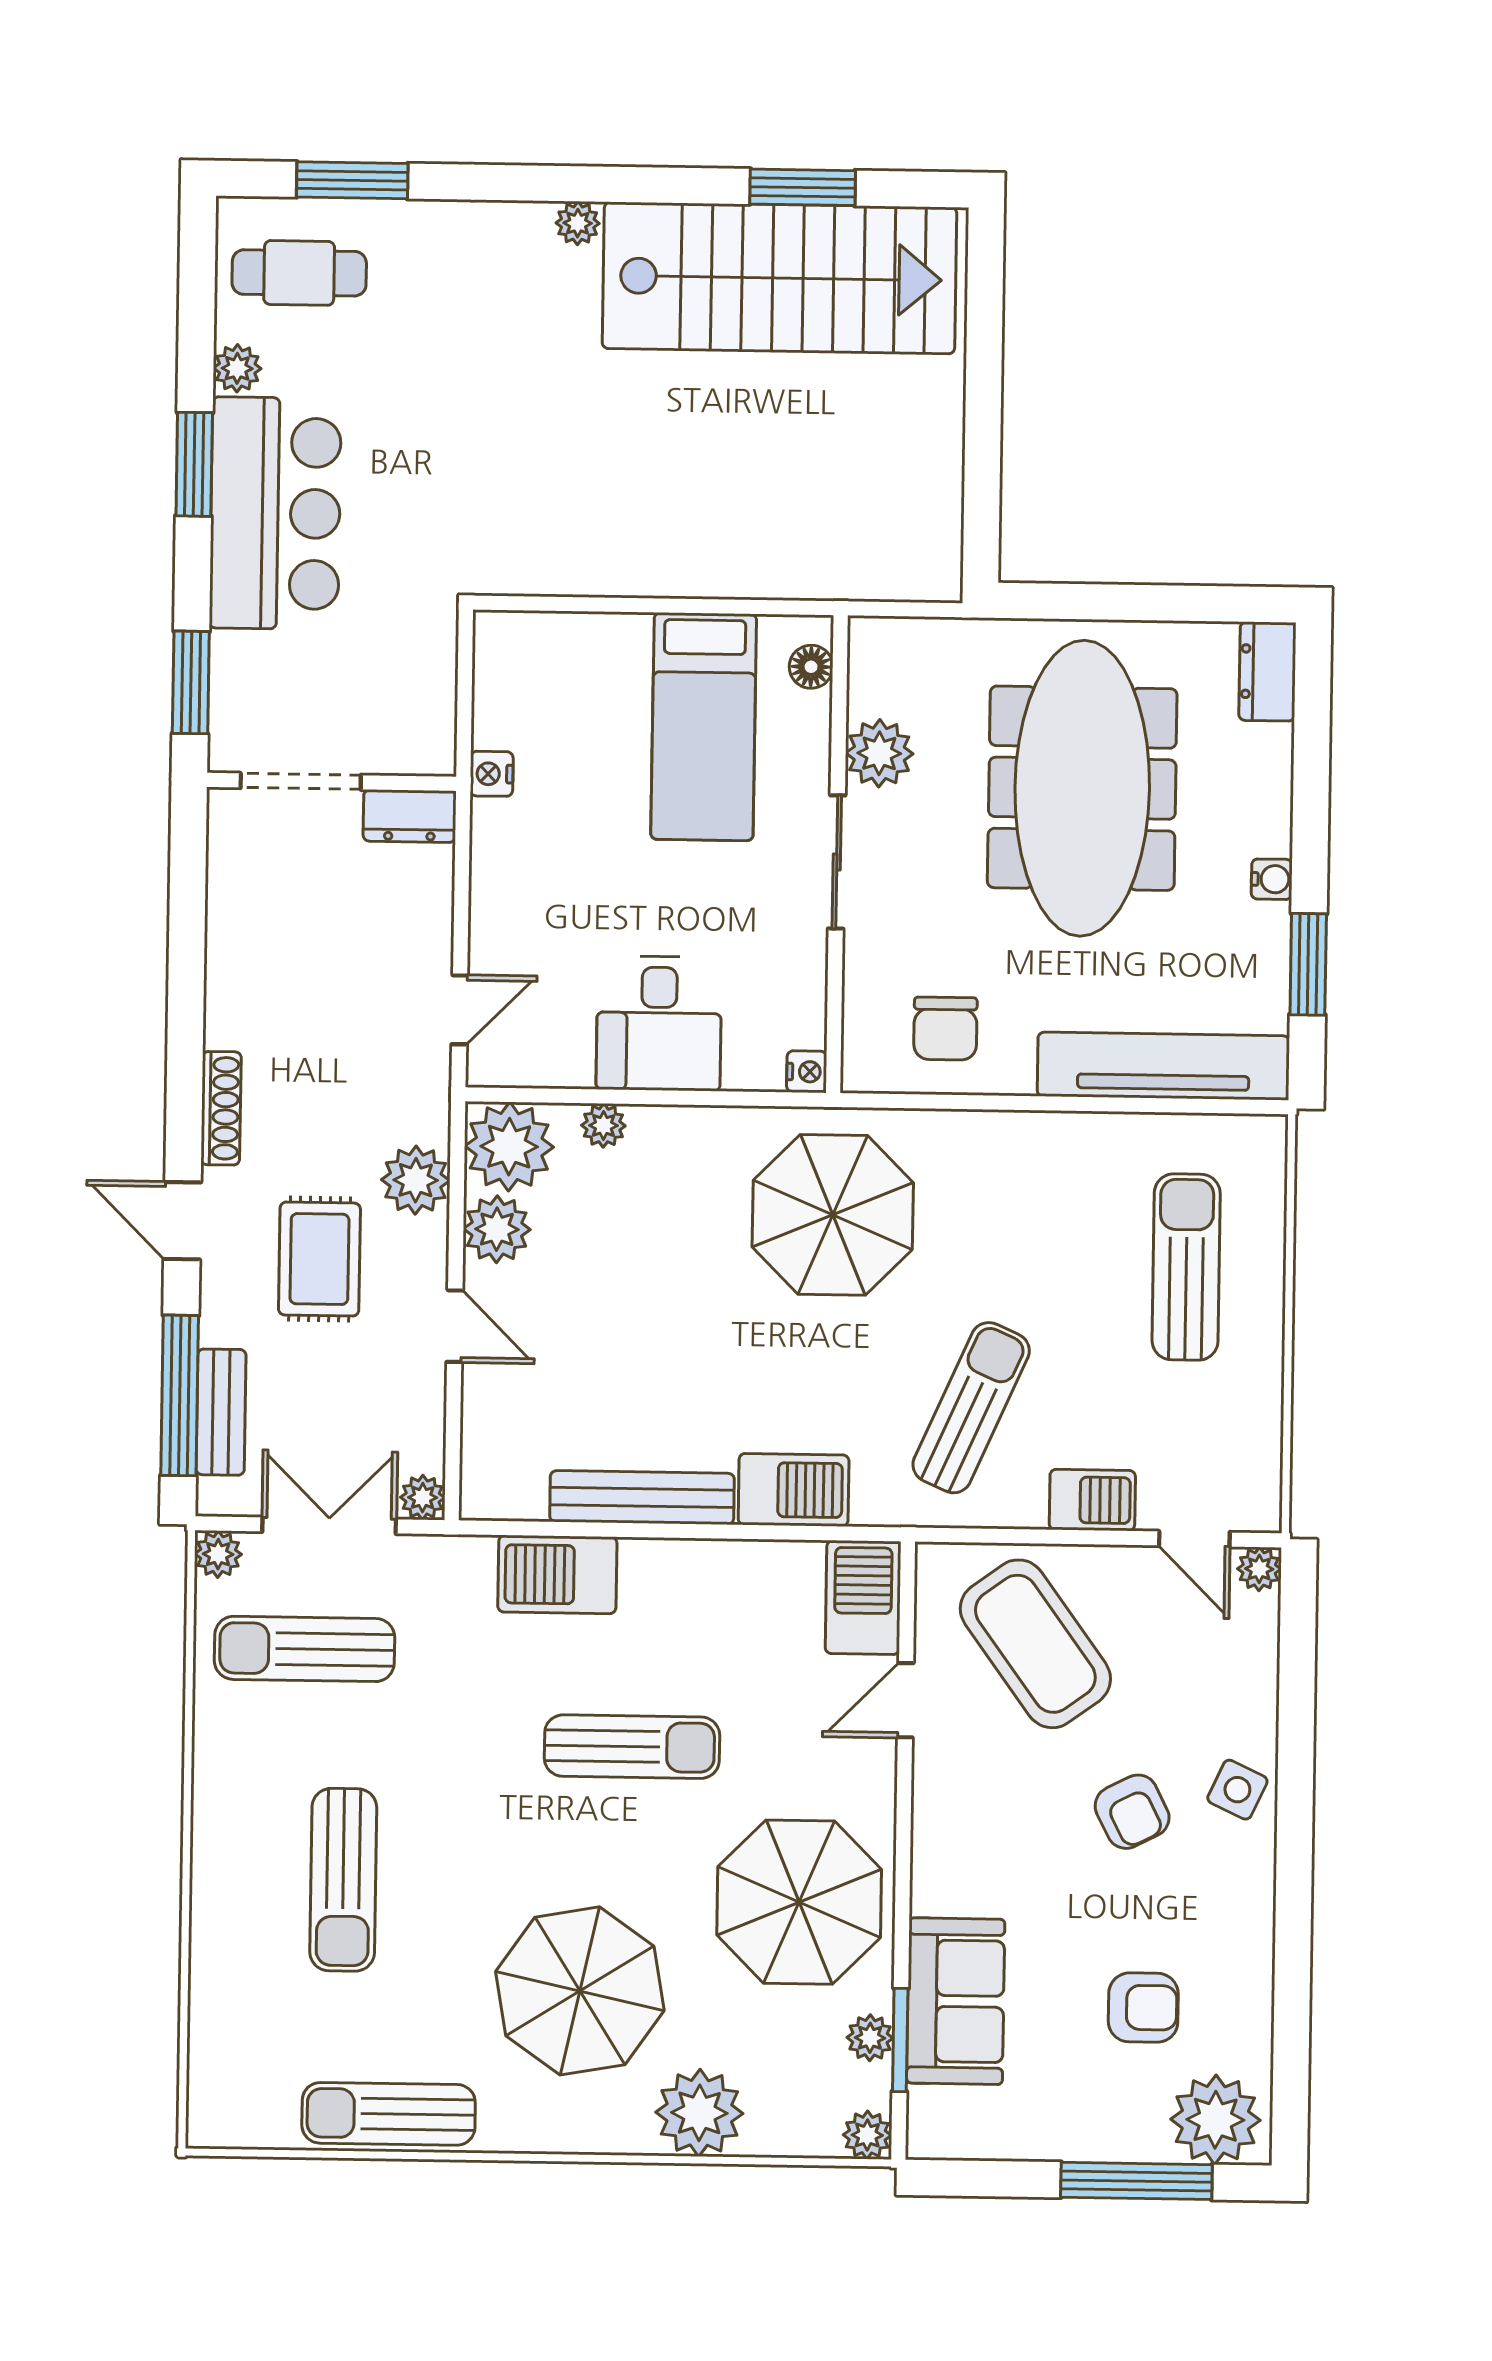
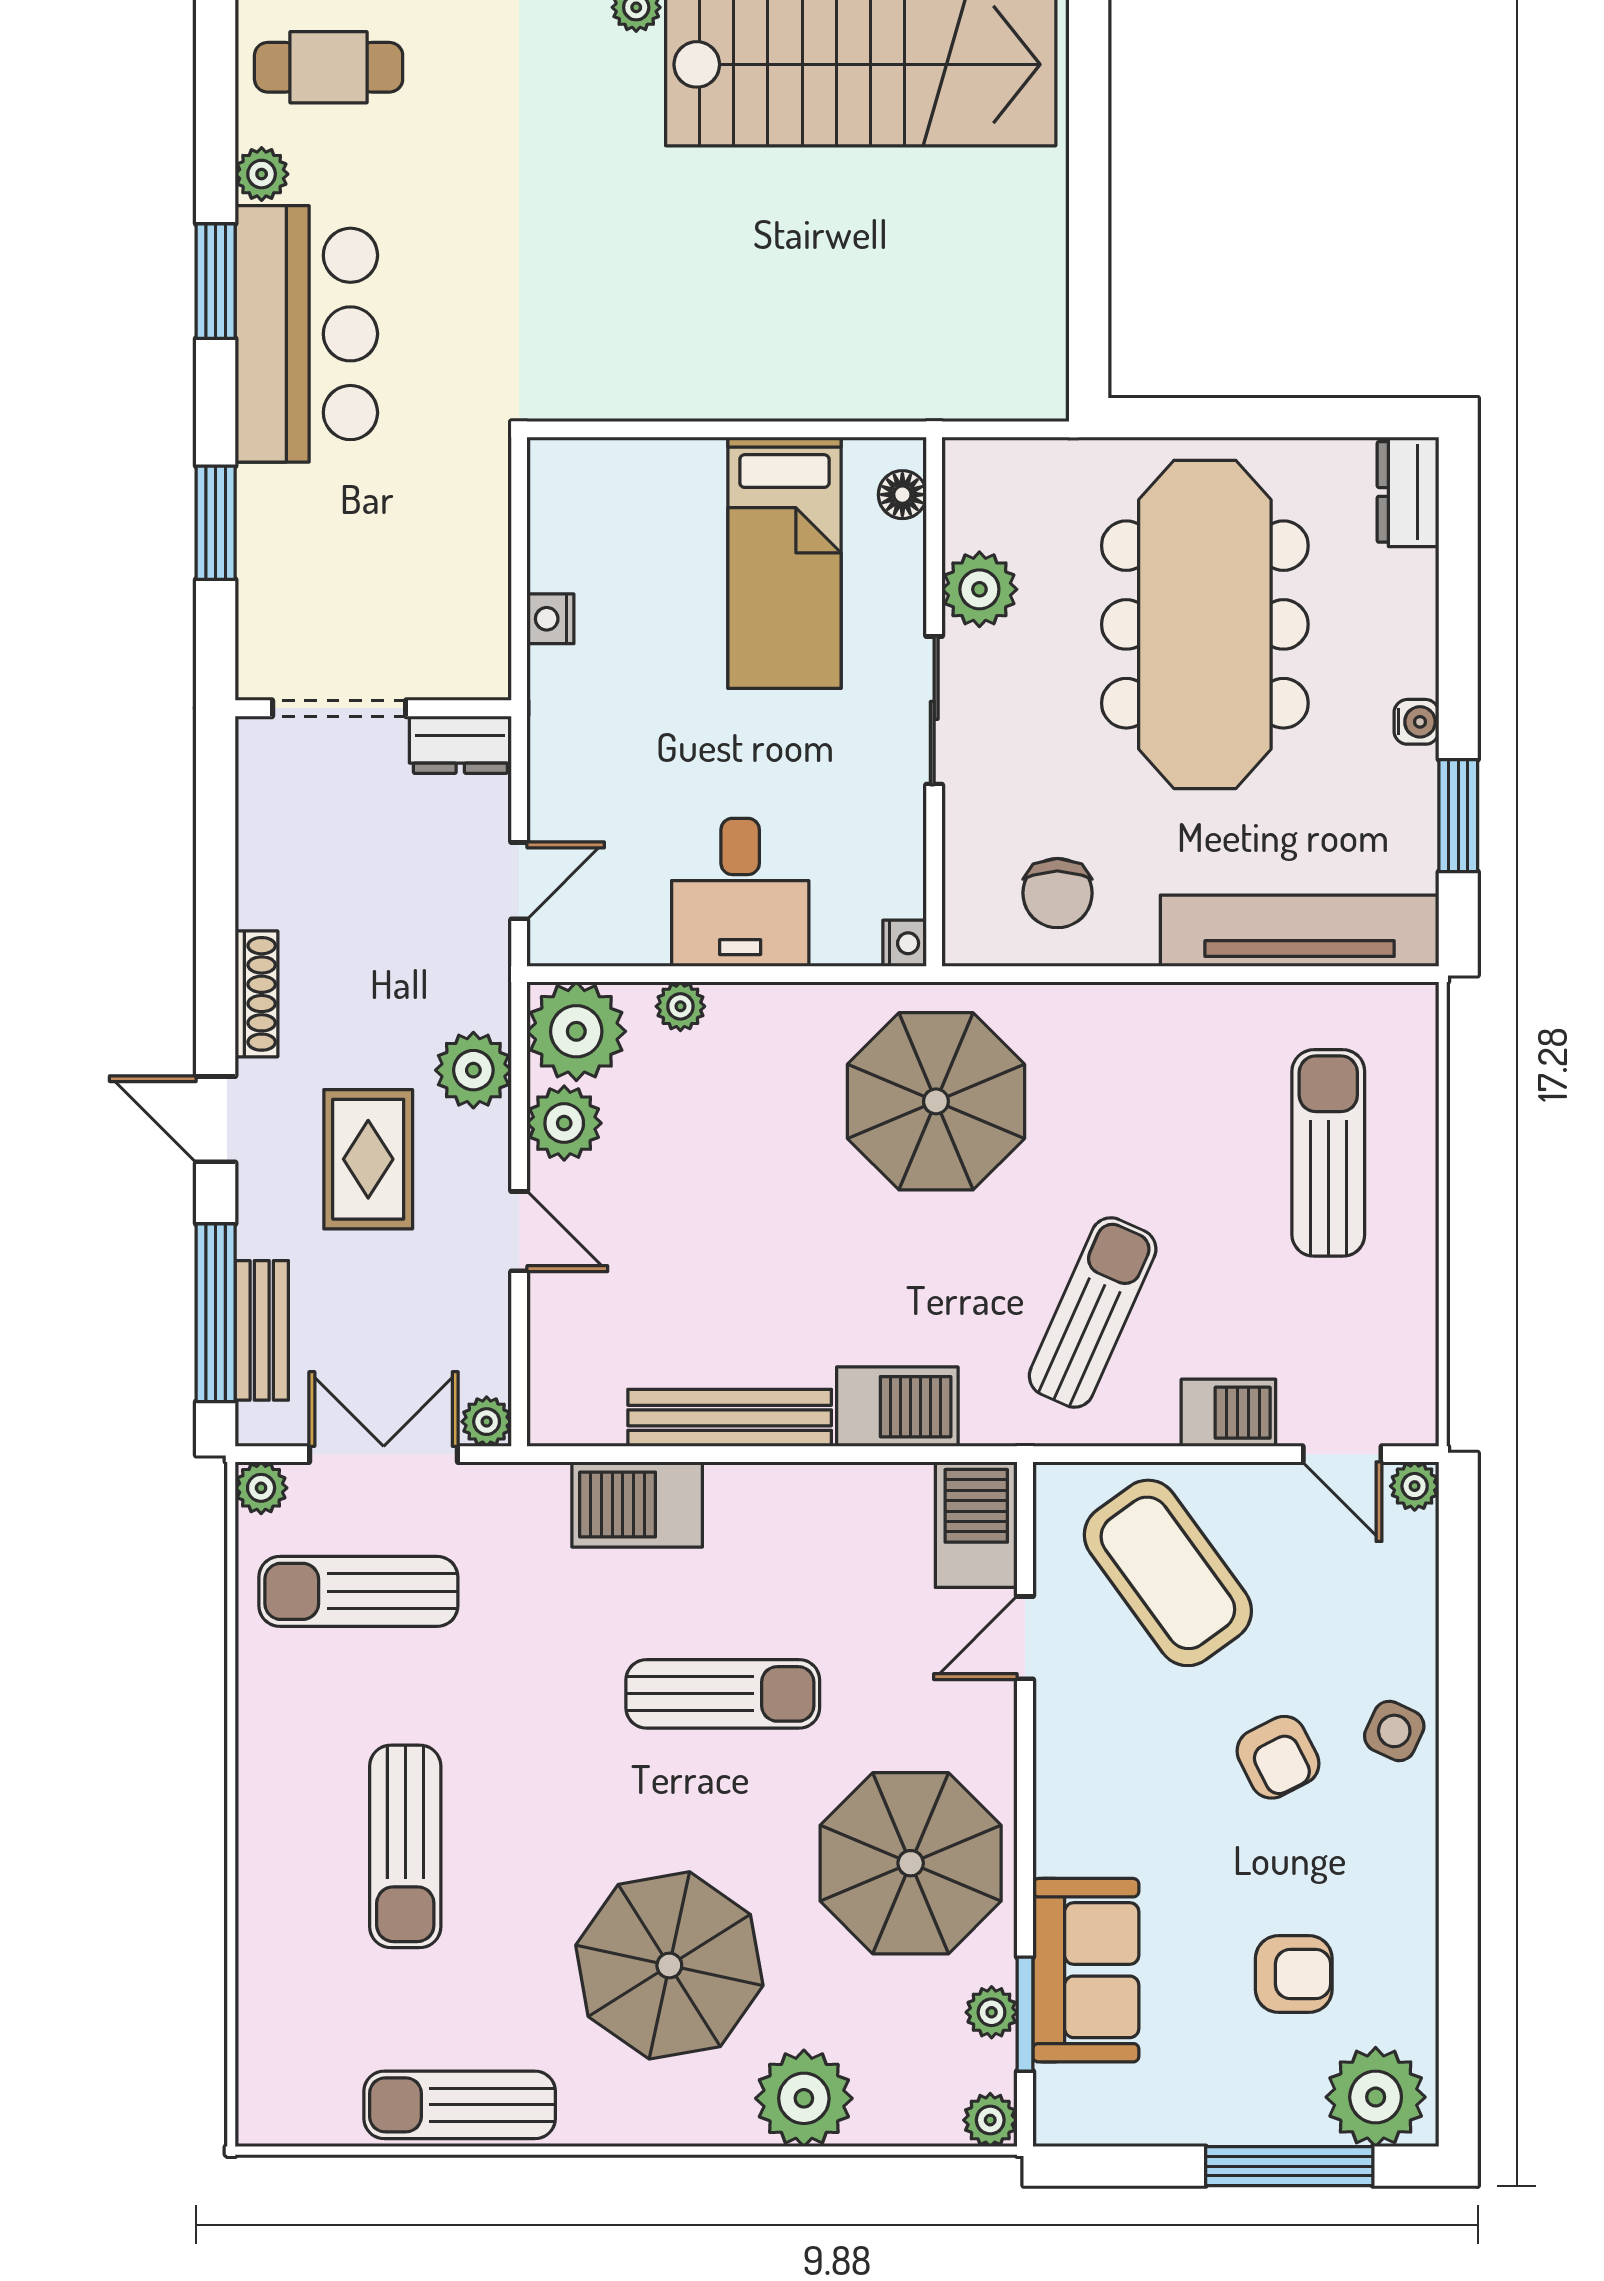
doorway: (301, 781) -> (339, 708), moved
wall: (331, 782) -> (373, 708), moved
dresser: (410, 816) -> (460, 745), moved

